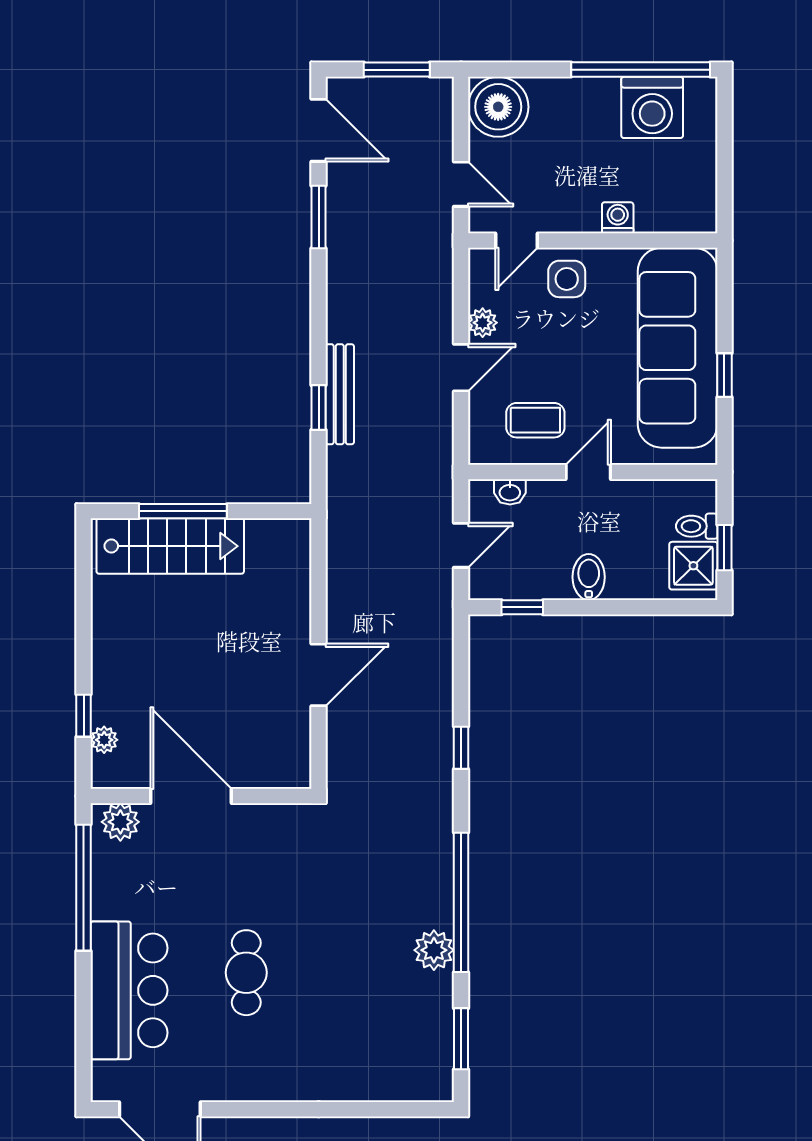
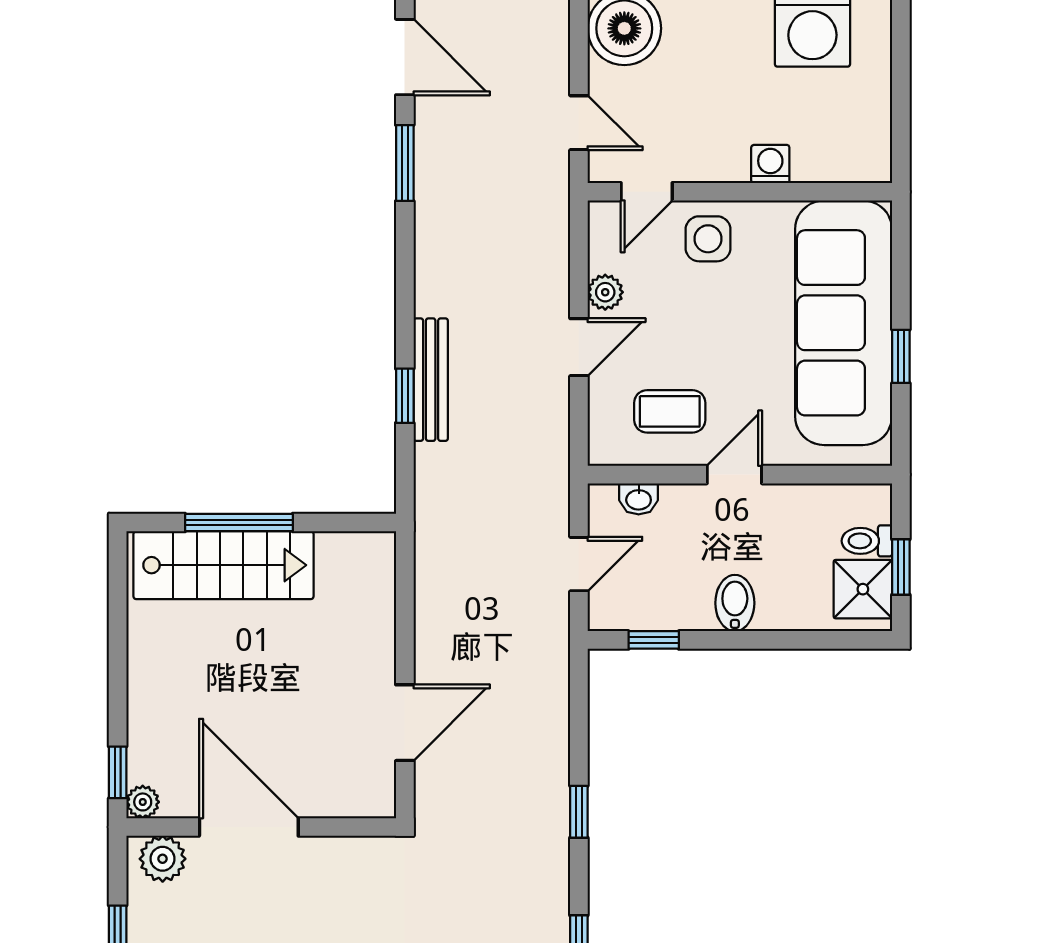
door: (191, 796) -> (249, 827), moved
wall: (201, 796) -> (261, 827), moved
plant: (120, 822) -> (163, 859), moved

